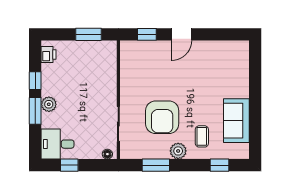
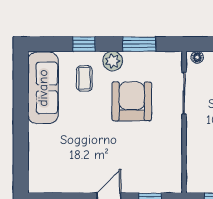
sofa: (236, 121) -> (43, 88), width x1.36
window: (220, 165) -> (84, 44), moved

